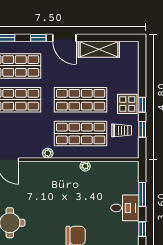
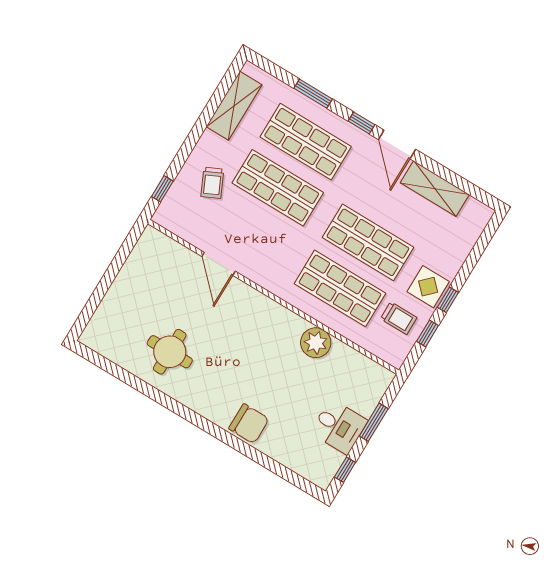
plant: (48, 153) -> (279, 288), removed
plant: (85, 166) -> (316, 343), width x1.87, depth x1.87

